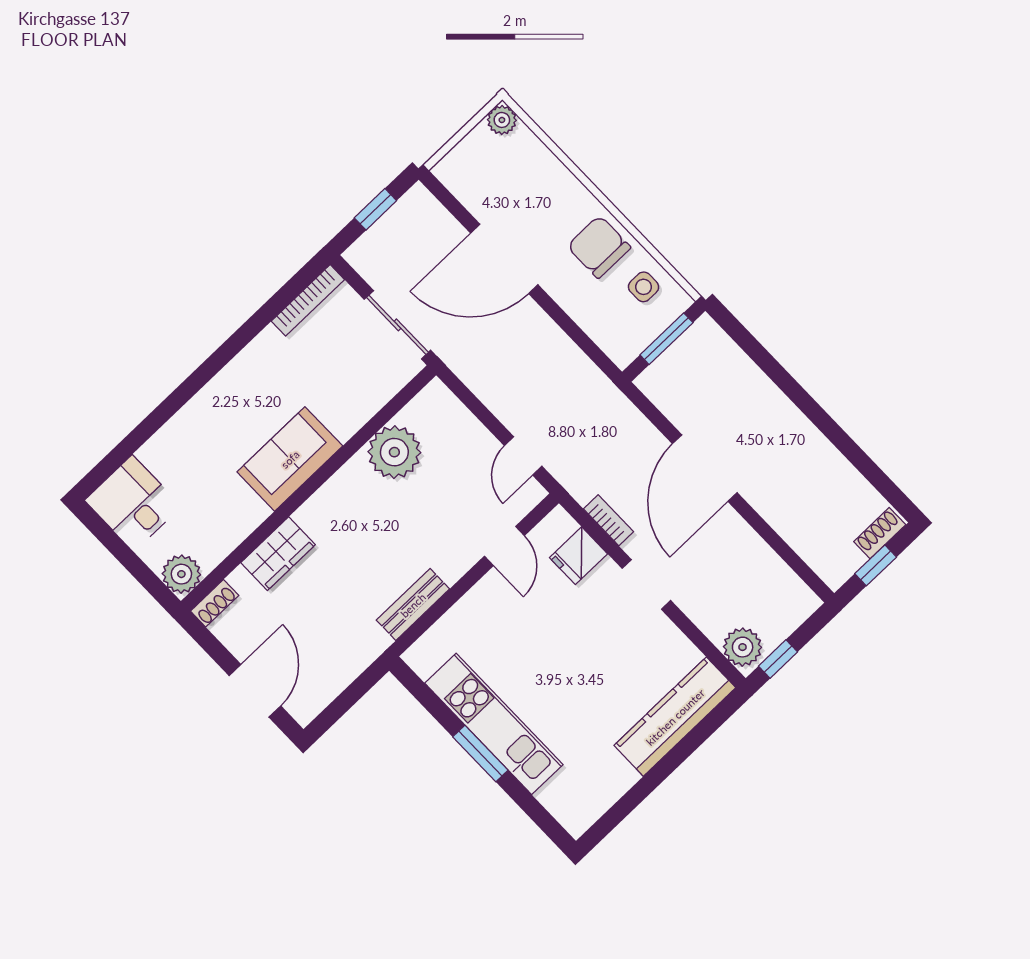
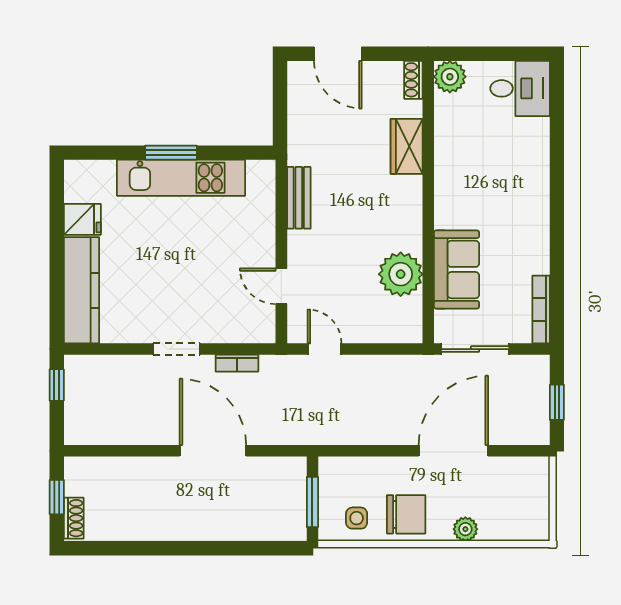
plant: (502, 120) -> (465, 529), moved
sofa: (290, 459) -> (457, 269), moved
fridge: (578, 556) -> (82, 219), moved, turned 90
plant: (743, 647) -> (84, 371), removed

